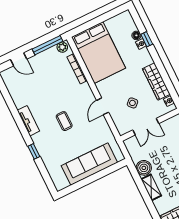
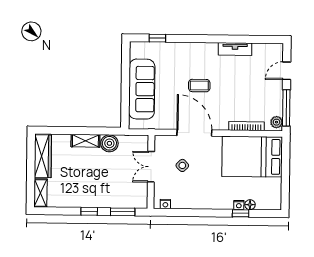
wardrobe: (156, 82) -> (192, 201), removed
door: (103, 106) -> (194, 133), width x1.87
tv unit: (28, 121) -> (235, 49), moved
window: (34, 151) -> (157, 38), moved

